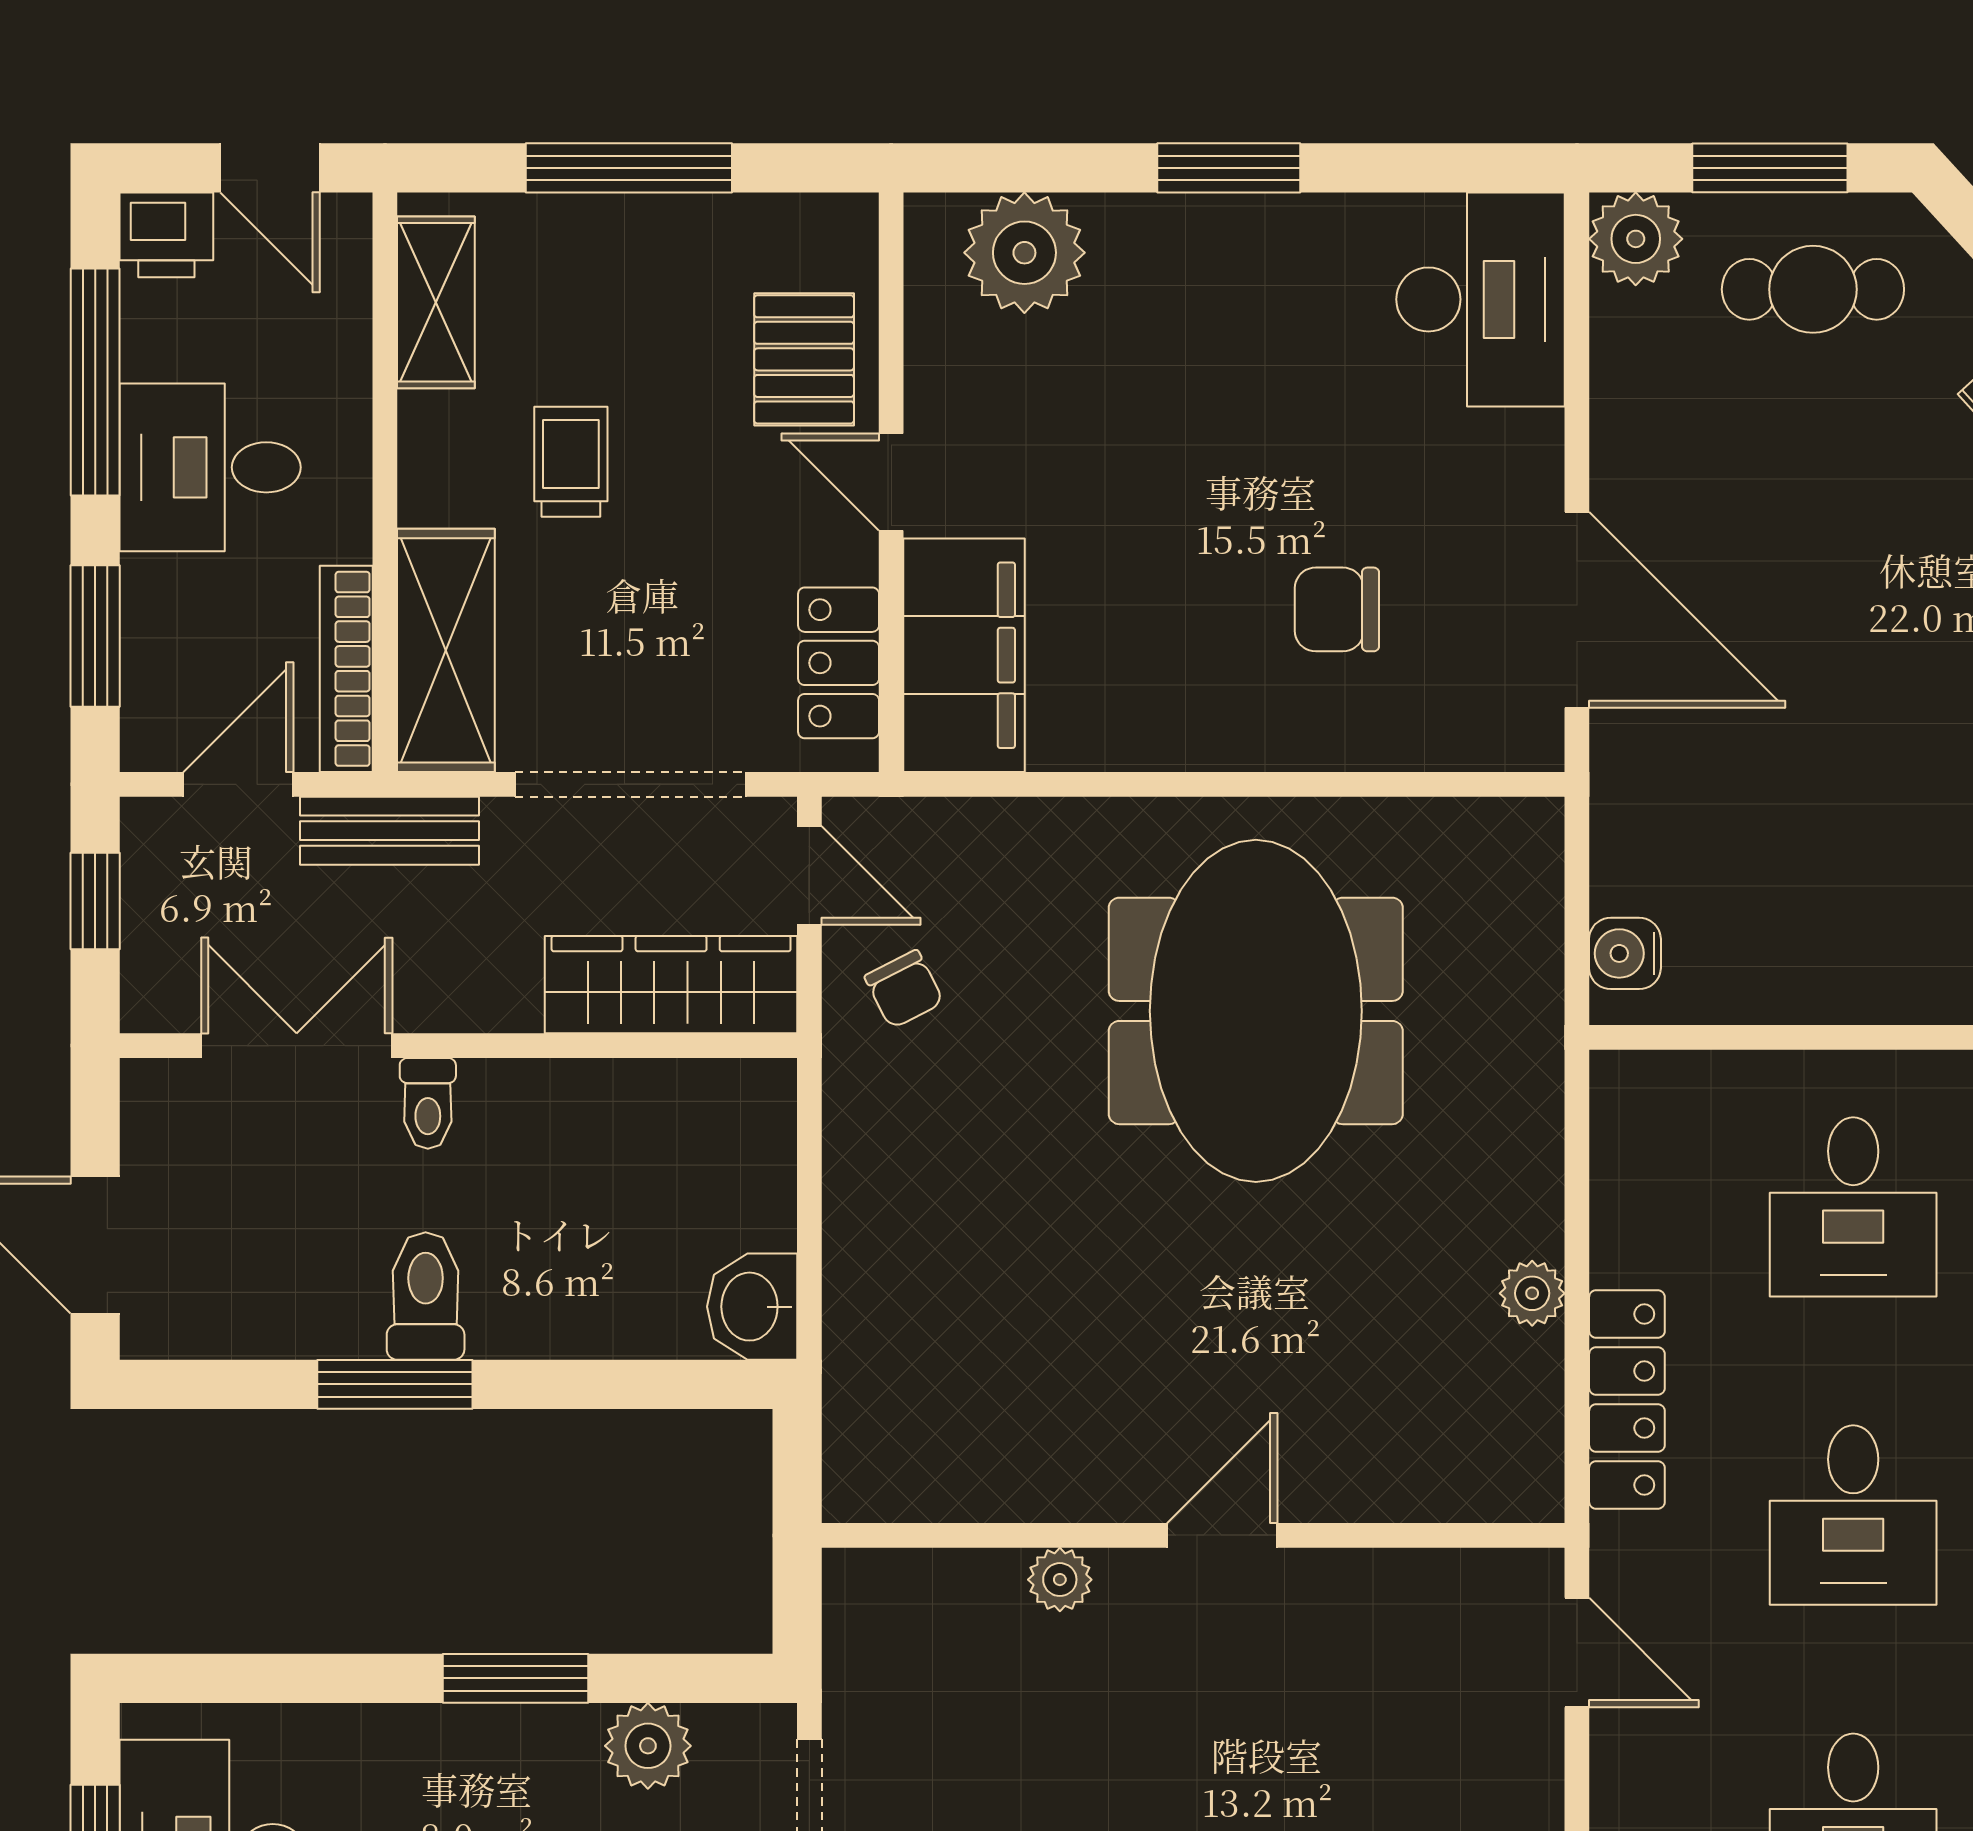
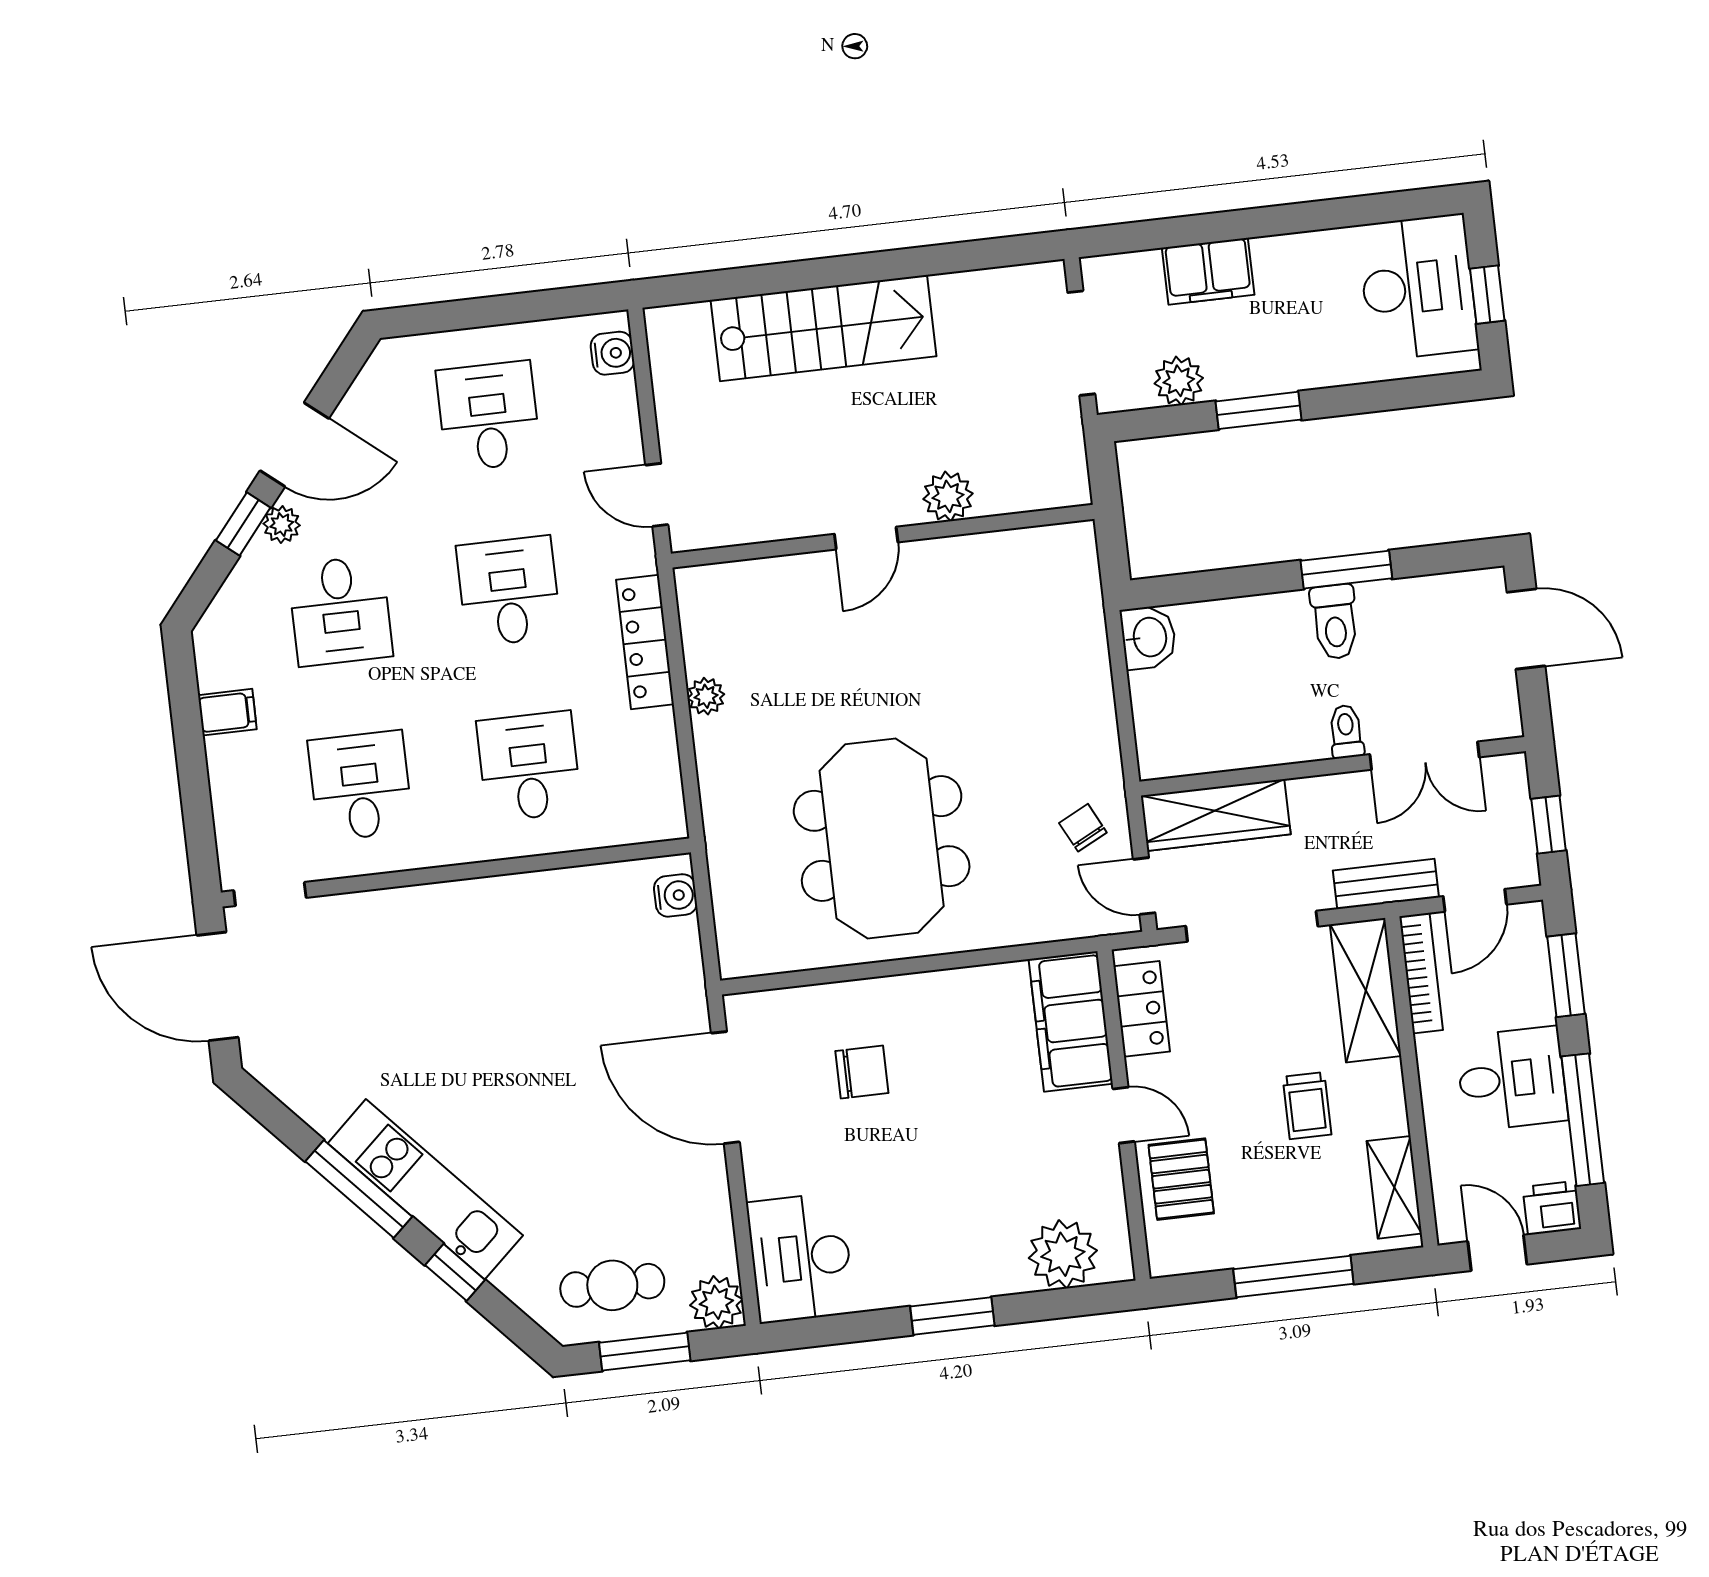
plant: (1060, 1580) -> (948, 496), width x1.38, depth x1.38

